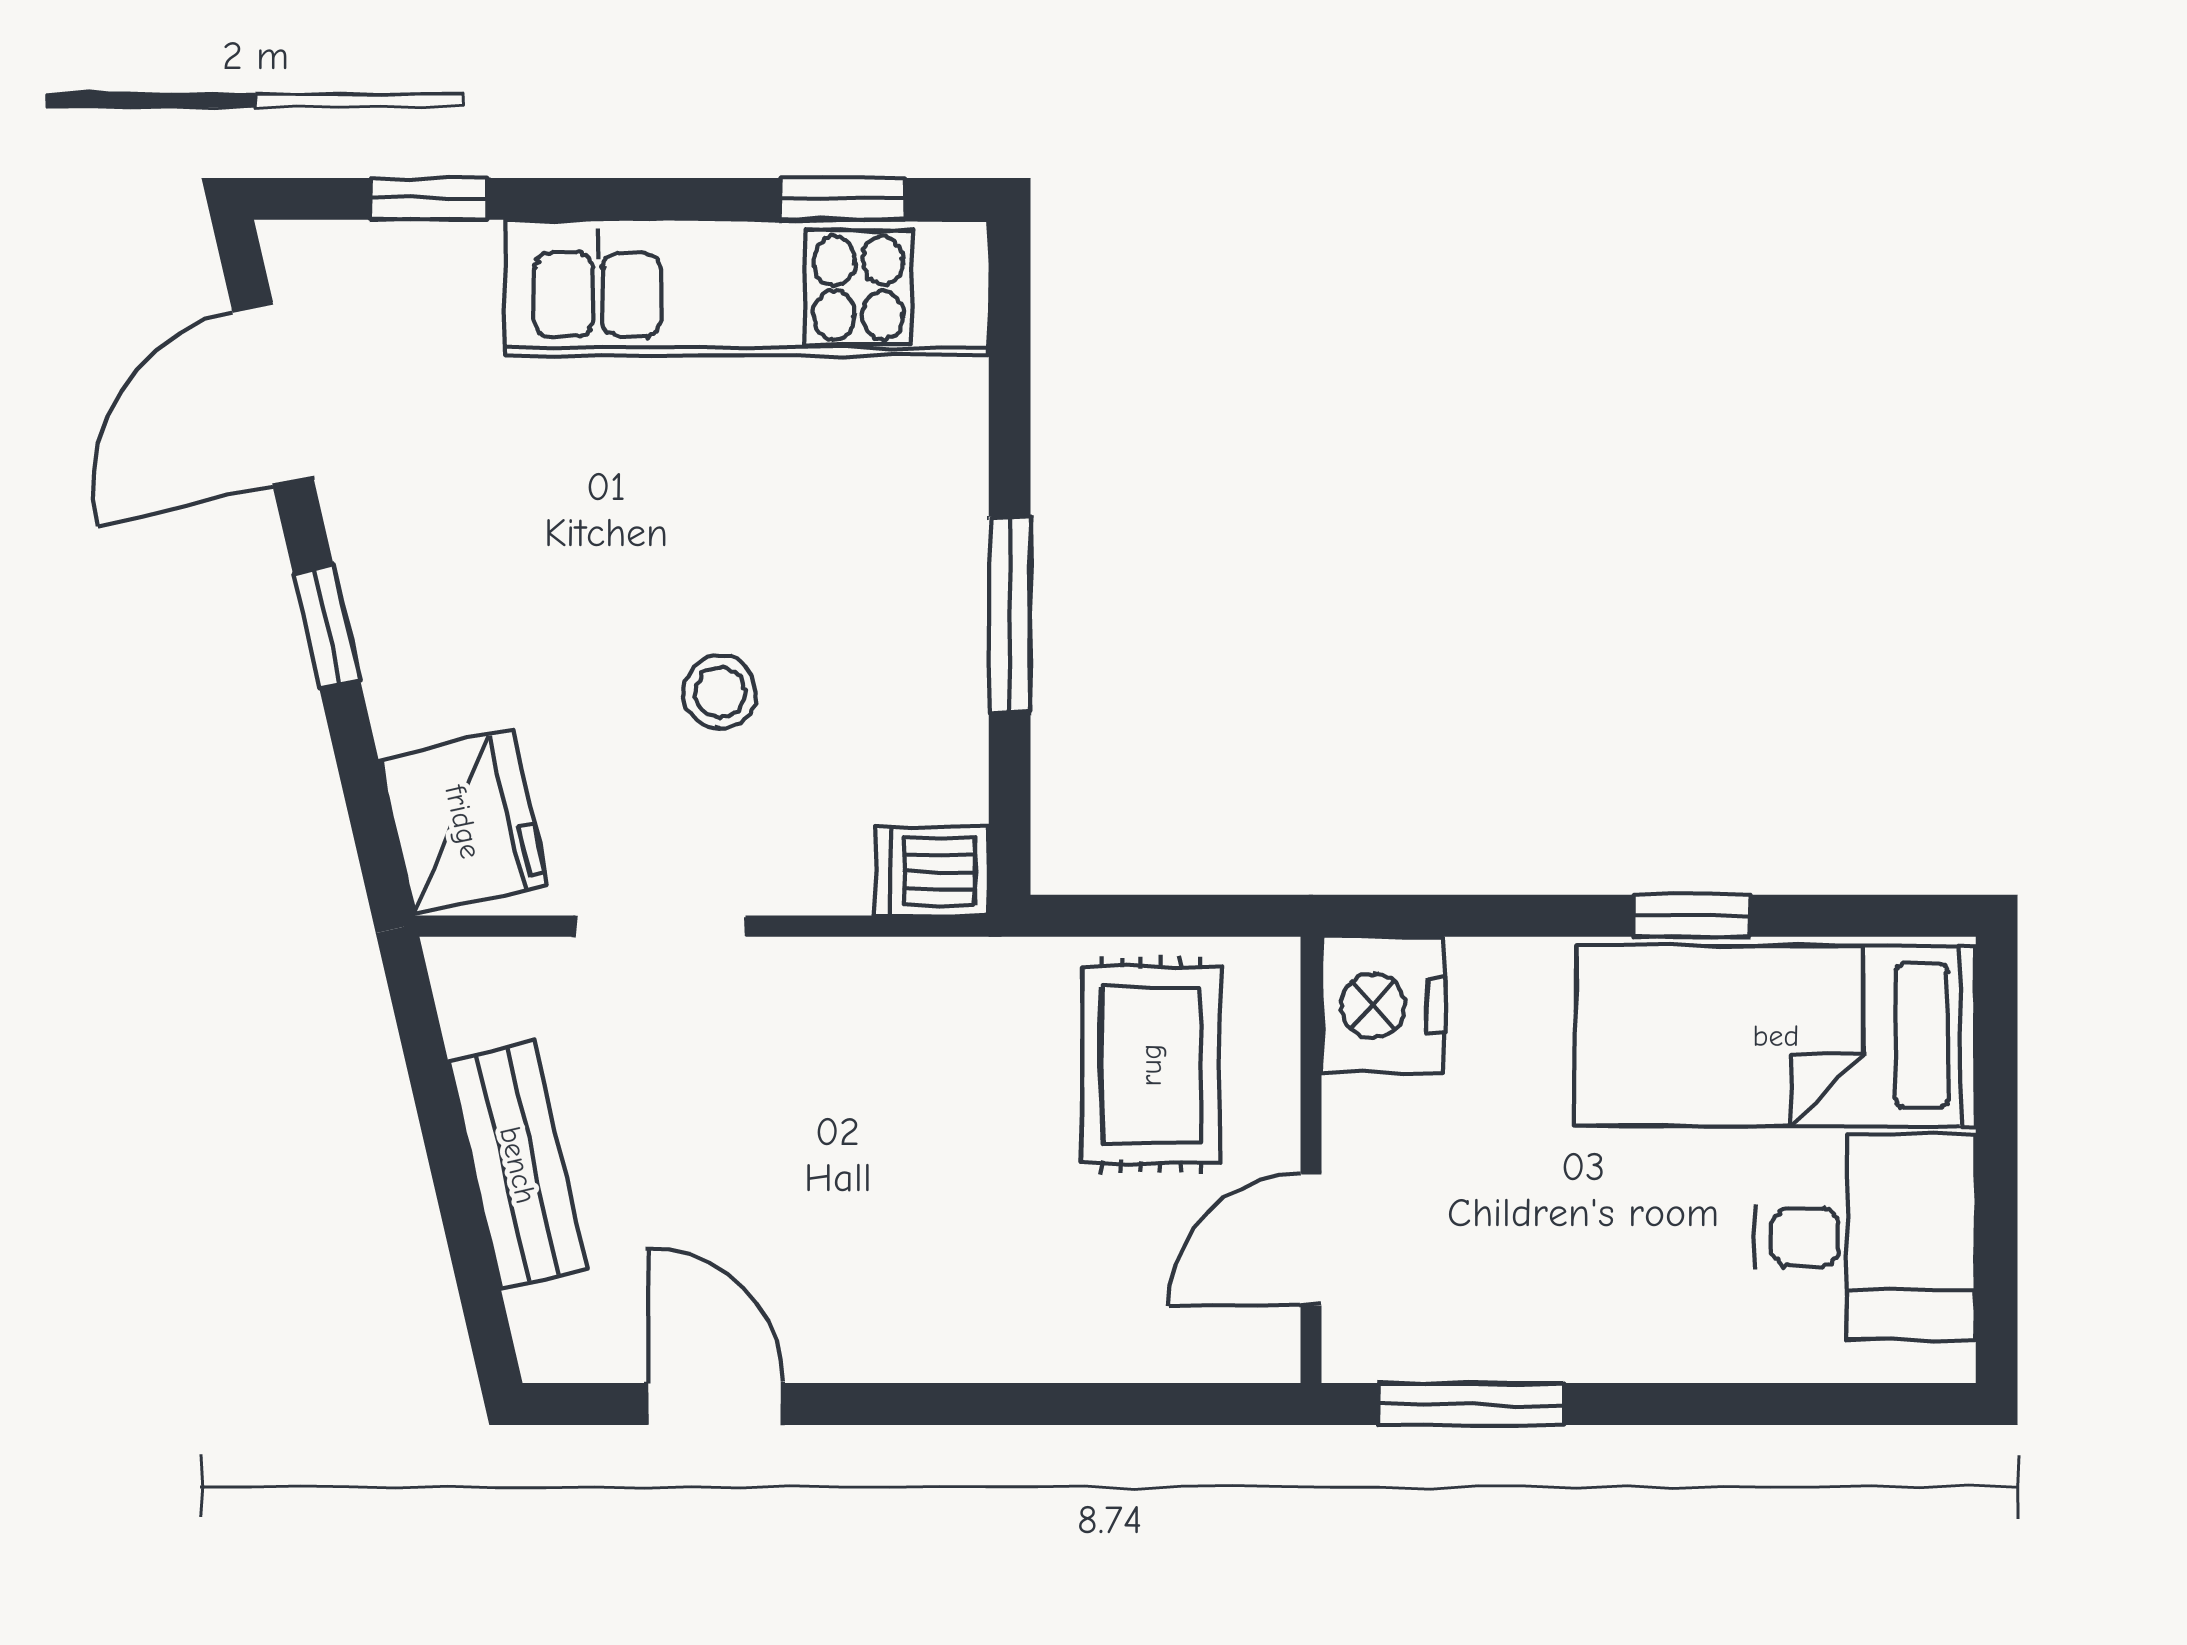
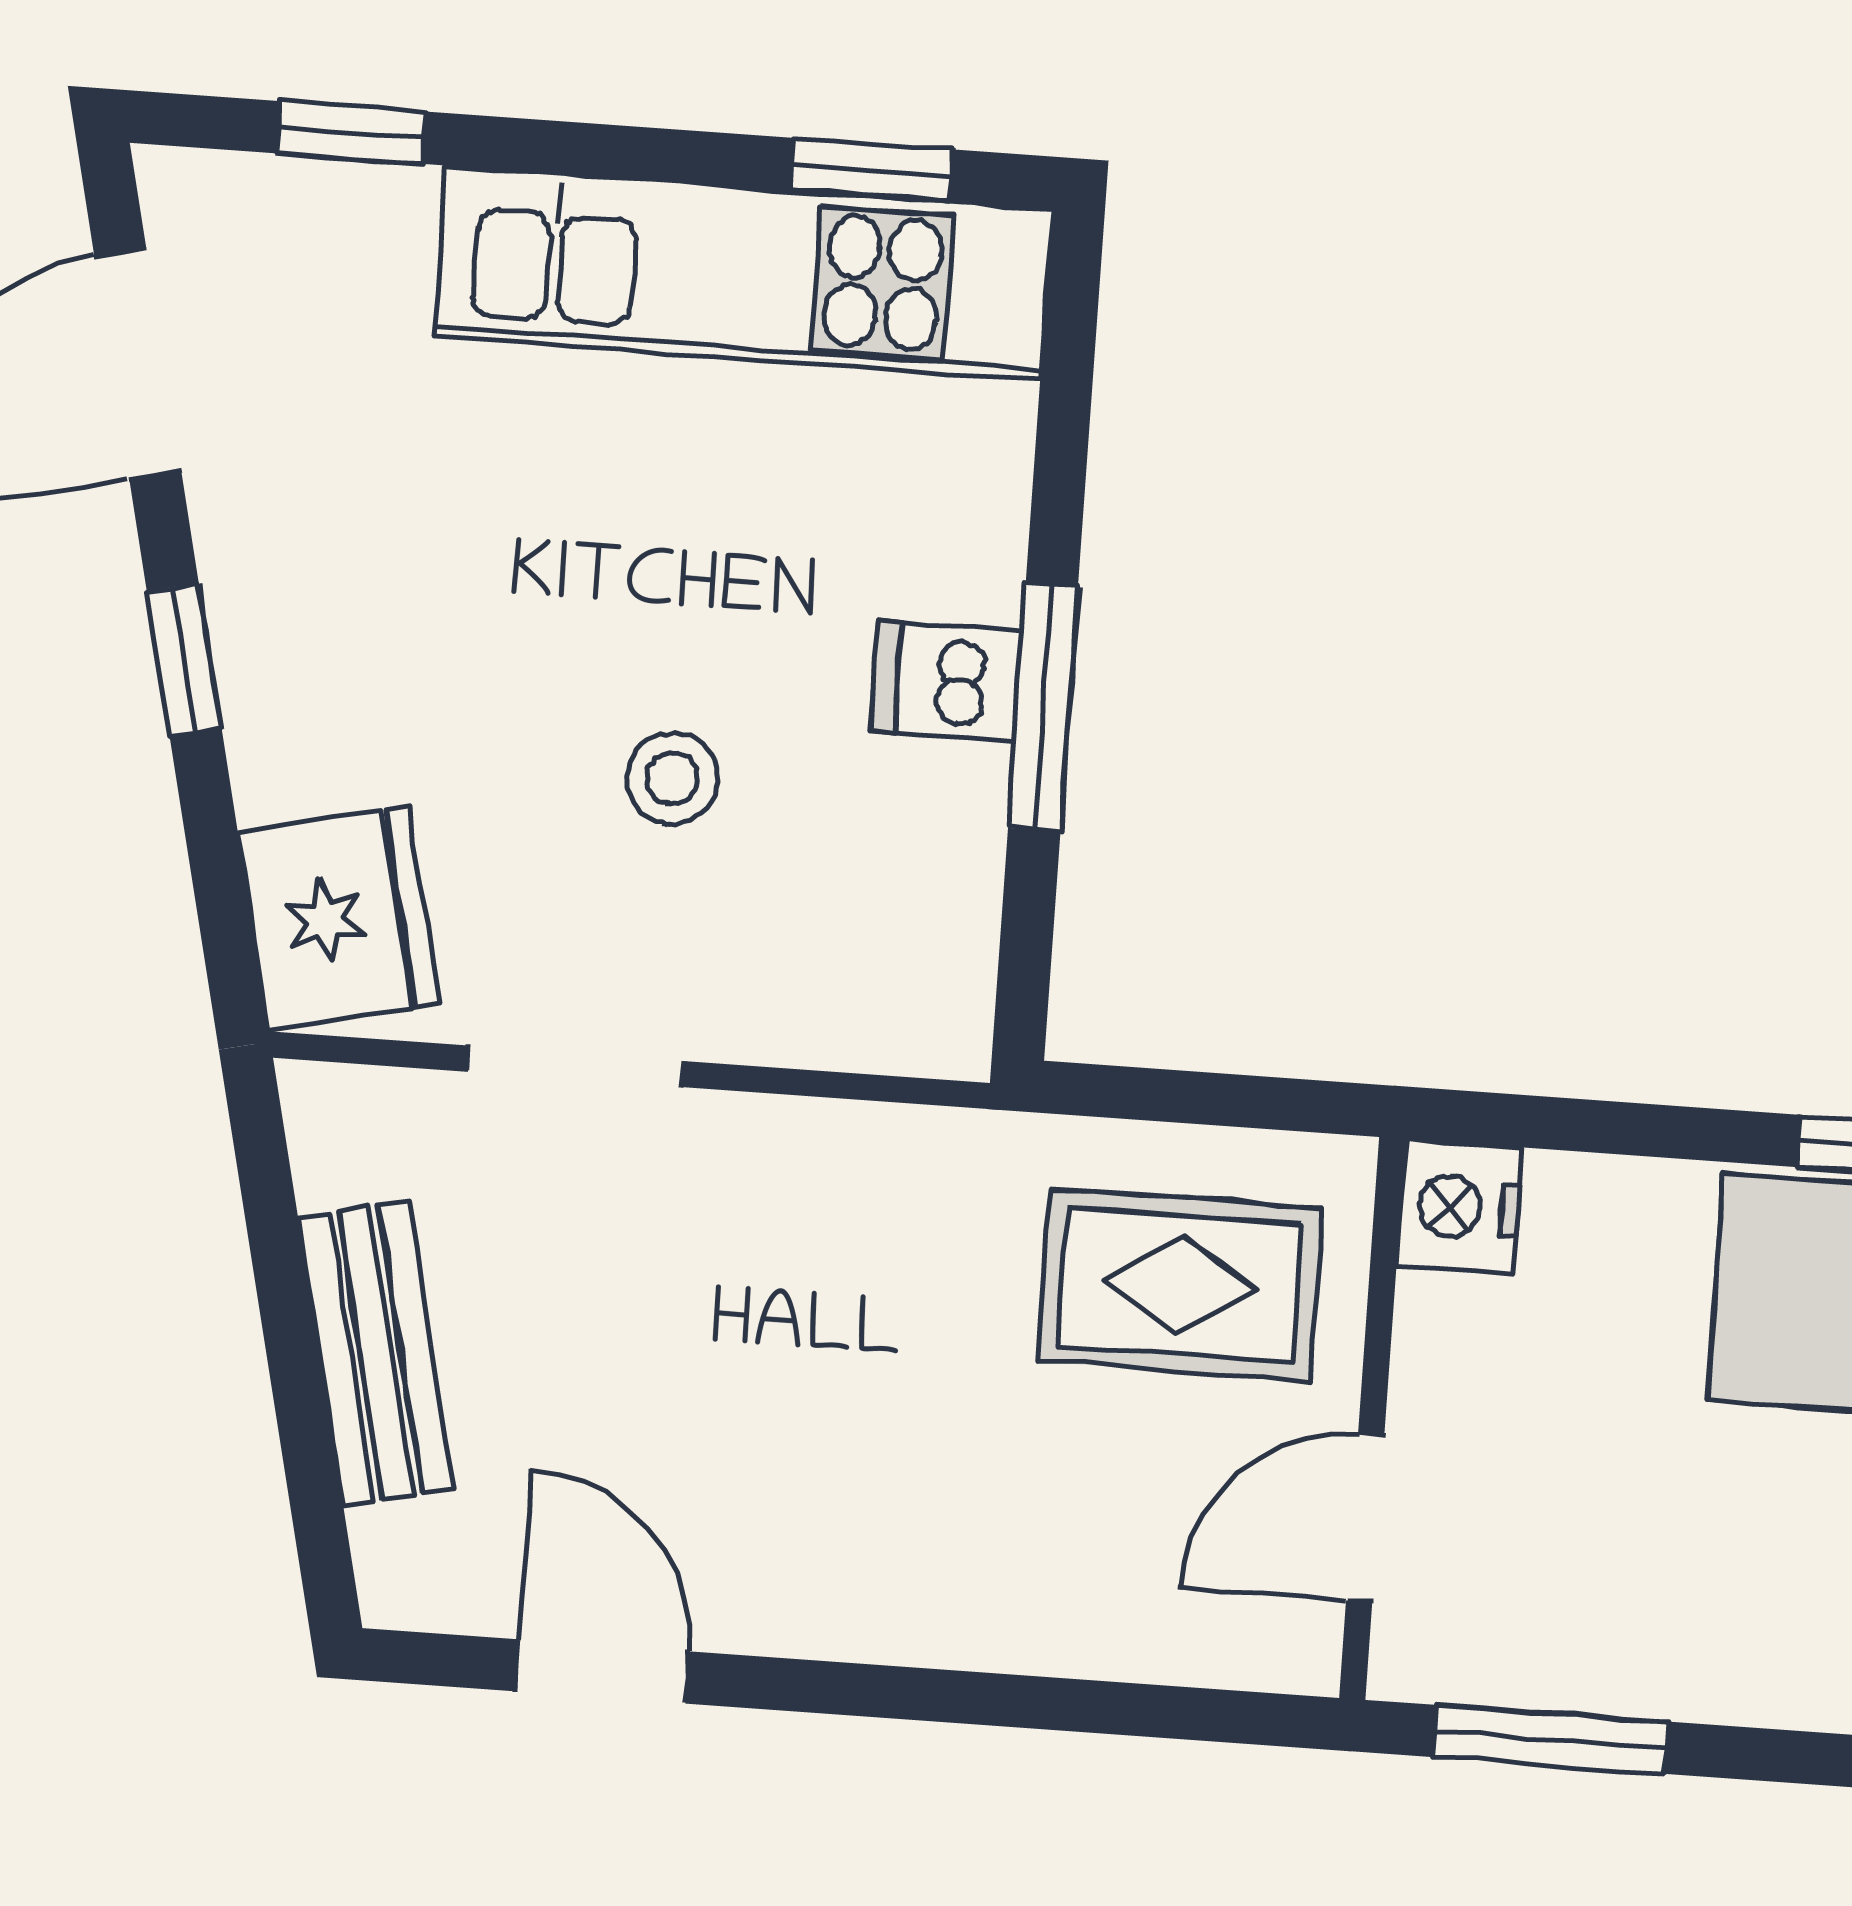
dishwasher: (932, 871) -> (946, 681), moved
nightstand: (1383, 1005) -> (1459, 1207), width x0.74, depth x0.75
rug: (1151, 1065) -> (1180, 1285), turned 90

